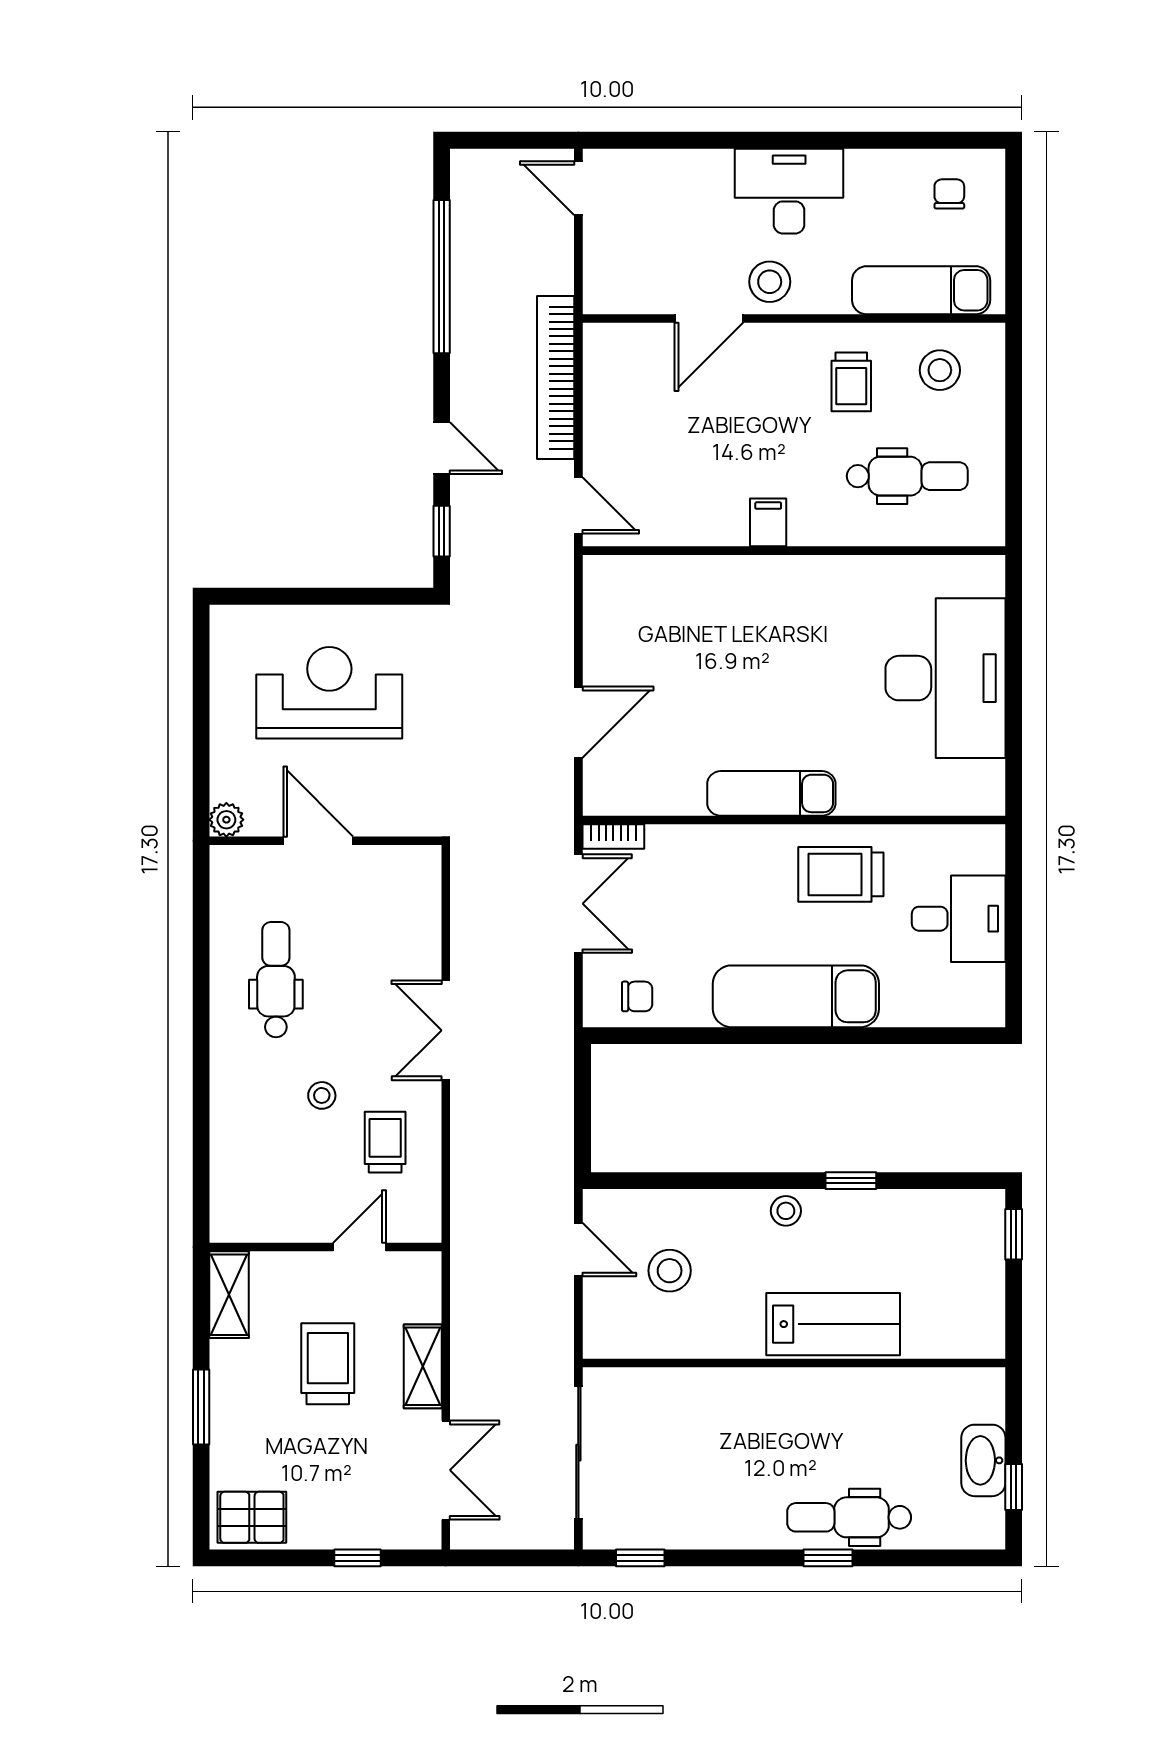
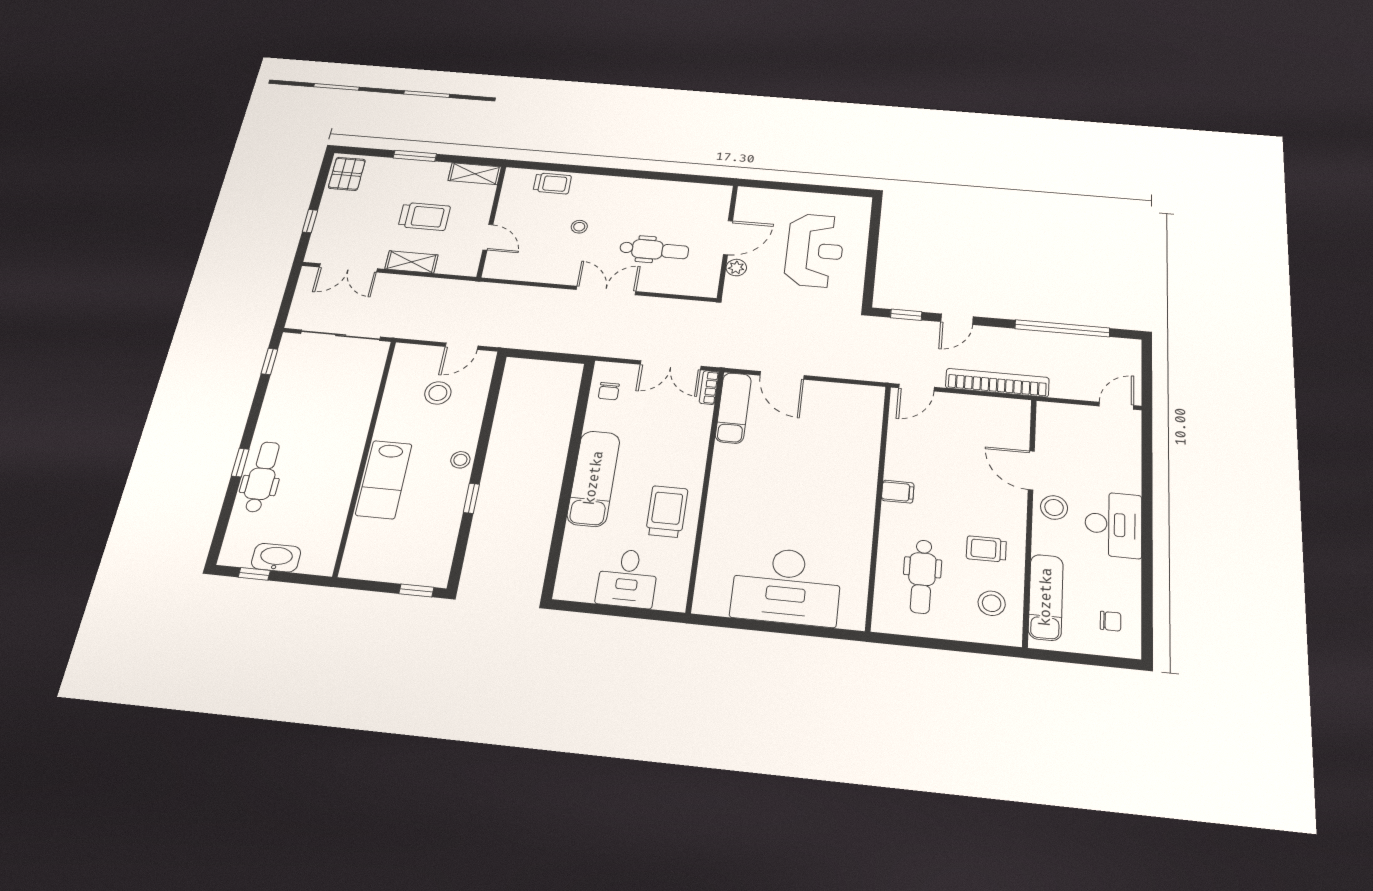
exam couch: (771, 793) -> (733, 408), moved
plant: (226, 820) -> (736, 268), moved
dental chair: (276, 980) -> (654, 250), moved
trolley: (385, 1142) -> (552, 183), moved

